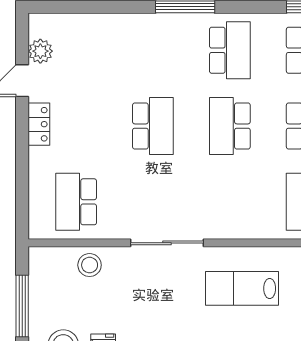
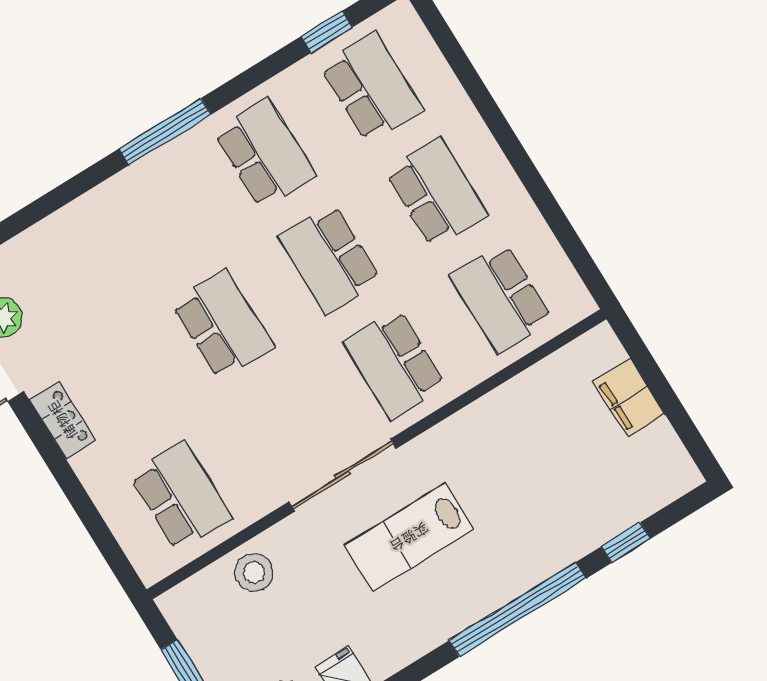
school desk: (76, 202) -> (181, 496), turned 180
school desk: (230, 202) -> (395, 364), added
lab bench: (242, 288) -> (409, 537), moved

